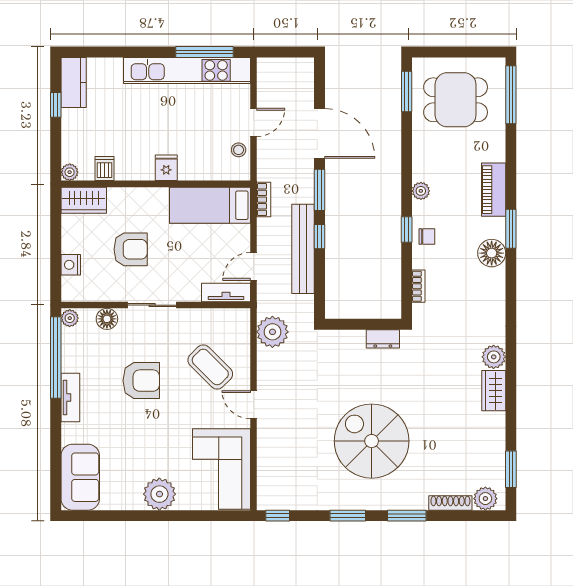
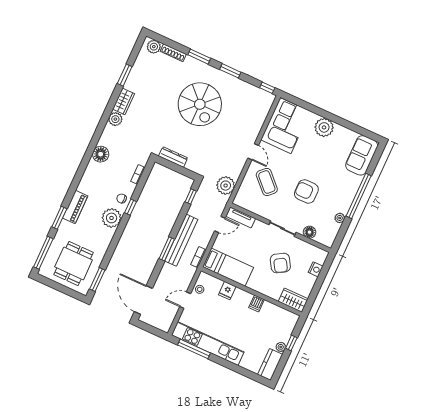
dining table: (456, 100) -> (74, 263), turned 90
window: (56, 105) -> (291, 343), moved
door: (319, 133) -> (143, 300), moved
fridge: (166, 168) -> (227, 291), moved
dishwasher: (104, 169) -> (257, 304), moved
plant: (70, 172) -> (281, 347), moved
plant: (421, 191) -> (112, 218), width x1.88, depth x1.88
window: (511, 229) -> (59, 218), moved
window: (319, 237) -> (191, 196), moved
armchair: (131, 249) -> (280, 263), turned -121
bench: (303, 249) -> (181, 240), moved
floor lamp: (492, 253) -> (101, 154), moved
plant: (70, 318) -> (340, 218), moved
dresser: (383, 339) -> (173, 157), width x1.44
window: (56, 358) -> (359, 196), moved
tv unit: (70, 397) -> (348, 200), removed
window: (511, 469) -> (125, 75), moved

